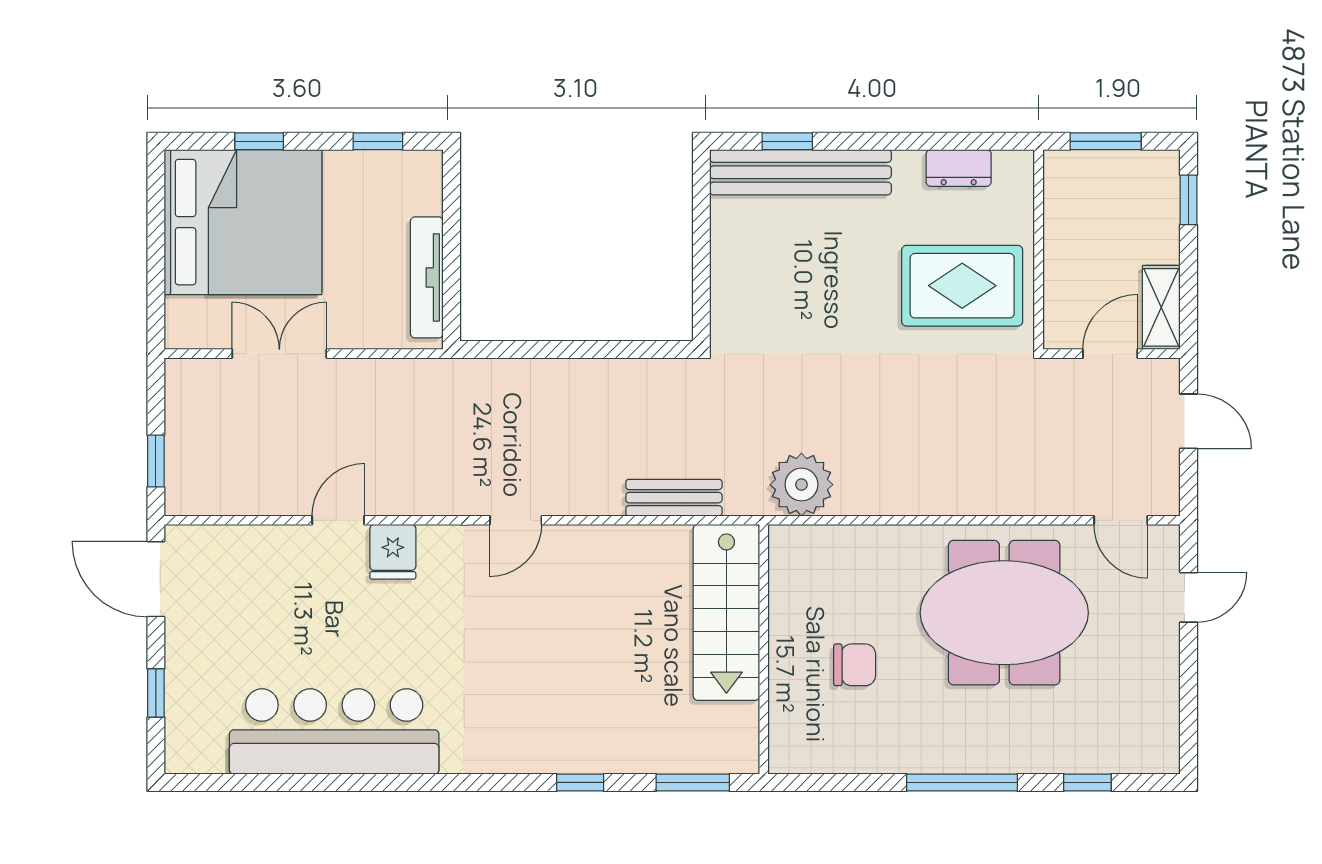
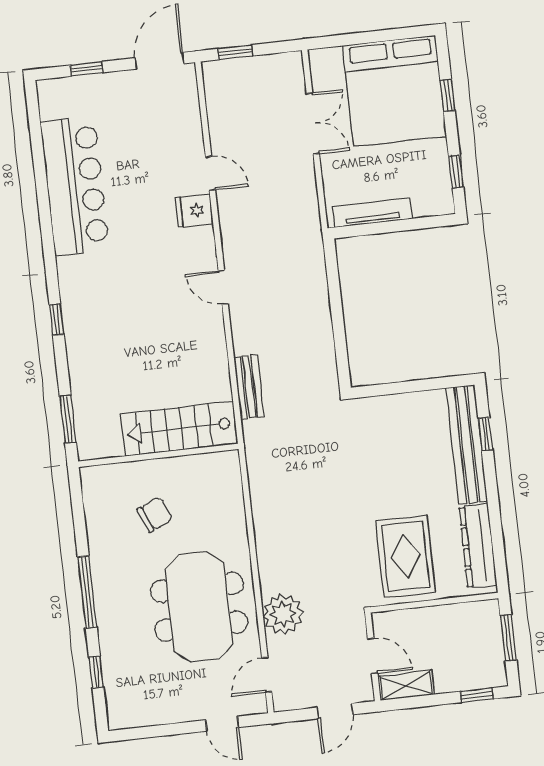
dresser: (959, 168) -> (478, 546), width x1.96, depth x1.24
plant: (801, 485) -> (283, 614), moved
chair: (855, 665) -> (155, 515), turned -113
window: (580, 782) -> (57, 319), moved

